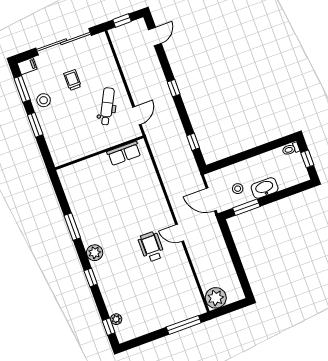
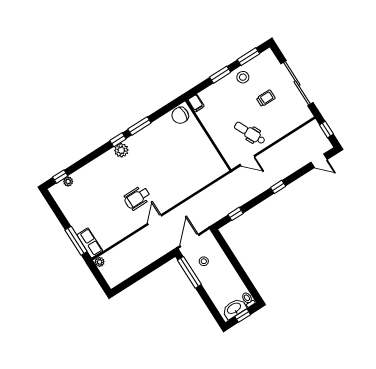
filing cabinet: (27, 66) -> (196, 103), moved
dental chair: (107, 106) -> (250, 133), turned -143
row of seats: (124, 153) -> (90, 243), moved, turned 180
chair: (70, 179) -> (180, 115), added
washbasin: (265, 188) -> (234, 309), moved, turned -90
window: (246, 207) -> (189, 272), width x1.44
wheelchair: (151, 247) -> (137, 198), turned 180
window: (91, 277) -> (118, 140), moved
plant: (216, 298) -> (100, 262), width x0.53, depth x0.53

